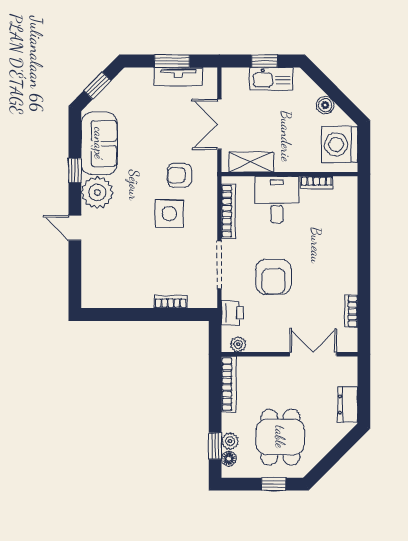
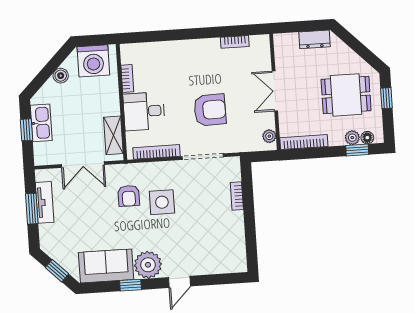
printer: (233, 313) -> (243, 143), removed
double door: (313, 354) -> (275, 91), moved

